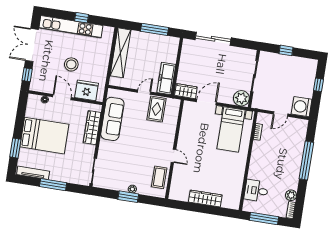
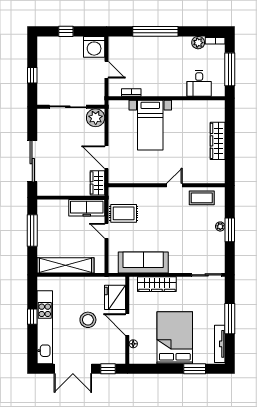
door: (62, 97) -> (127, 325), hinge flipped
bed with nightstands: (231, 129) -> (150, 125), moved, turned 90

